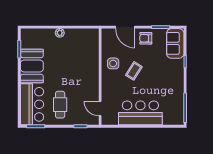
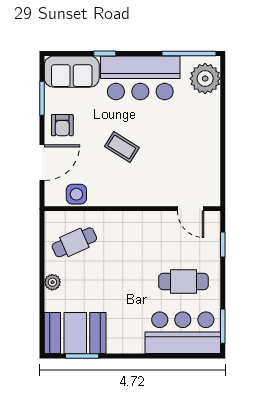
cafe table: (82, 45) -> (74, 242), added
side table: (113, 63) -> (76, 194), moved
booth: (32, 66) -> (75, 333), moved
door: (100, 109) -> (191, 209), hinge flipped
bar counter: (140, 113) -> (140, 78), moved, turned -90
plant: (171, 117) -> (205, 79), added

